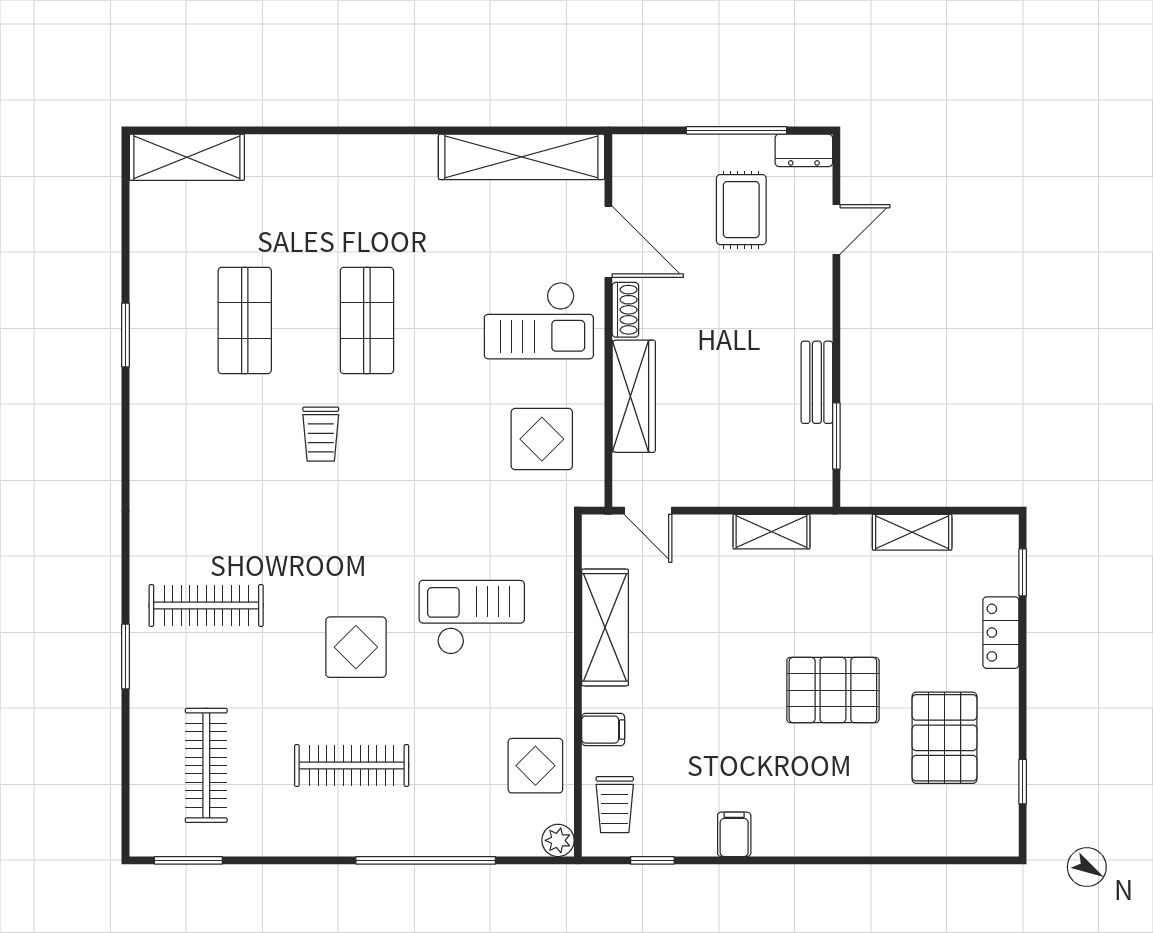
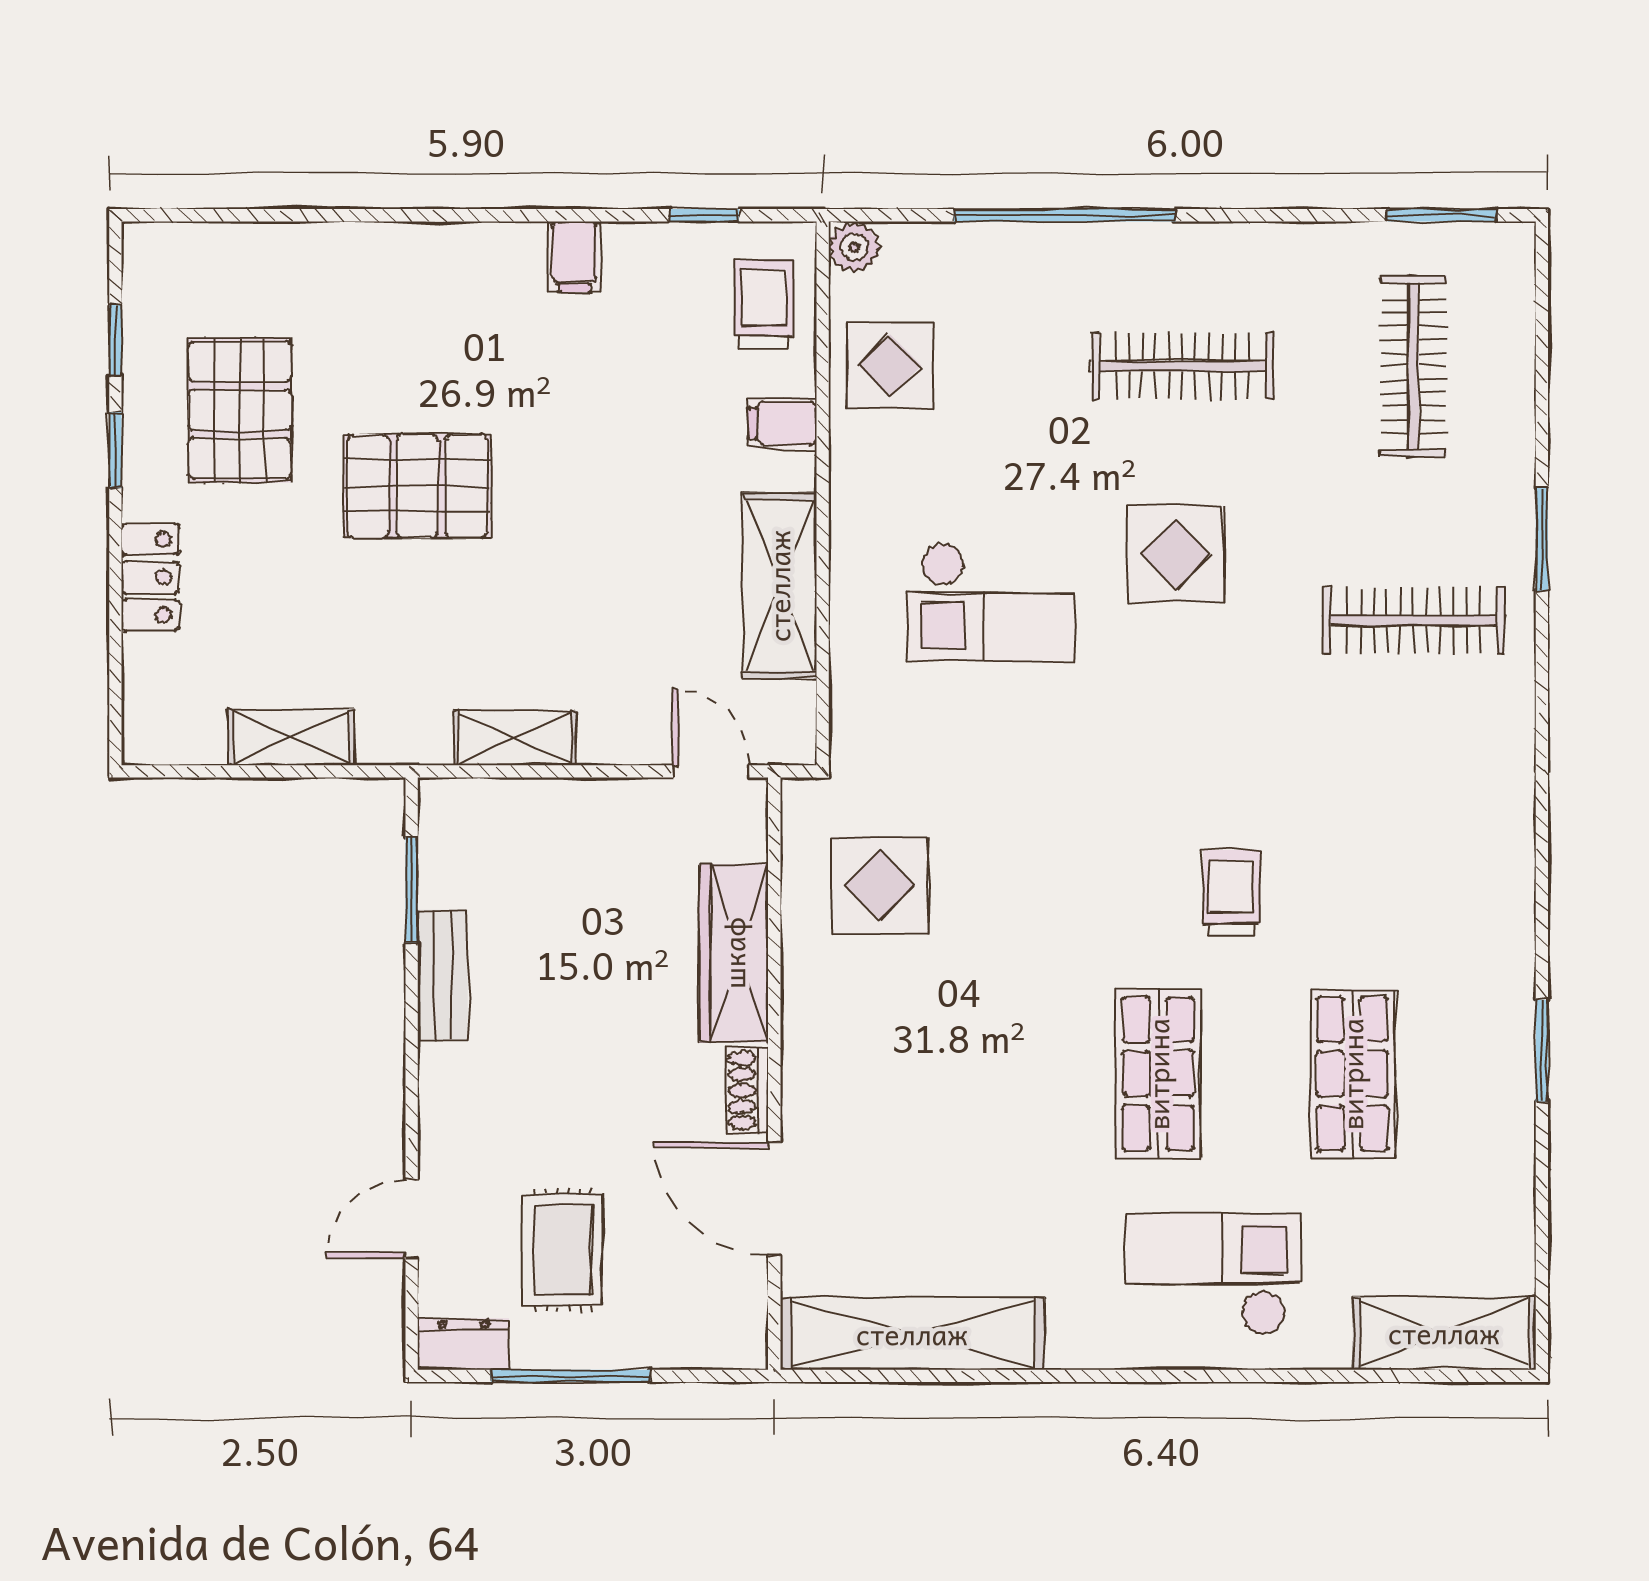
checkout: (539, 320) -> (1213, 1274), moved
window: (1023, 572) -> (115, 450), moved

